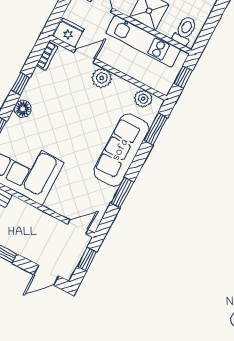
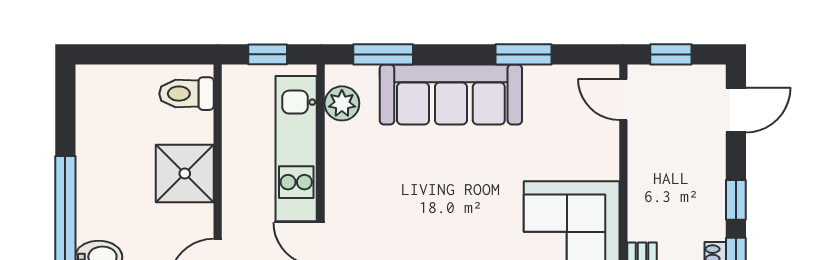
kitchen unit: (143, 41) -> (296, 149), moved, turned 180
plant: (102, 78) -> (344, 194), removed
door: (46, 275) -> (736, 110), hinge flipped

